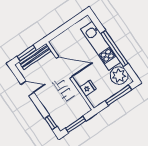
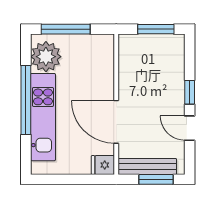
fridge: (88, 88) -> (103, 165), moved
window: (51, 122) -> (190, 92), moved

